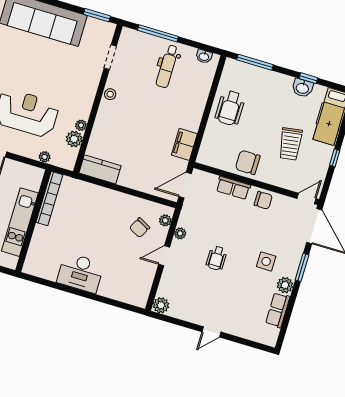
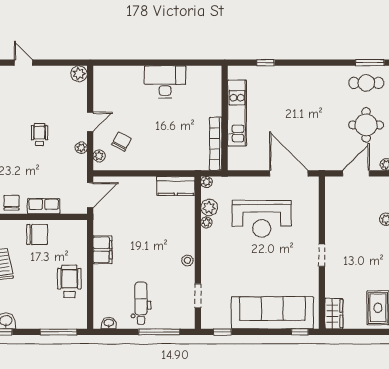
window: (97, 15) -> (222, 332), width x0.67
filing cabinet: (184, 144) -> (102, 250), moved
plant: (45, 157) -> (206, 182), moved
chair: (263, 200) -> (11, 203), turned 90
door: (211, 332) -> (23, 63), hinge flipped

